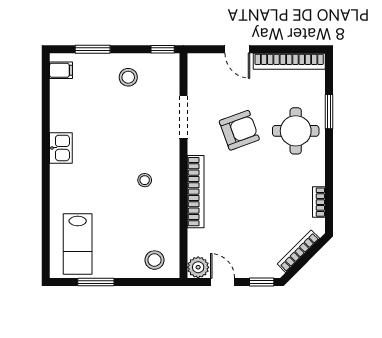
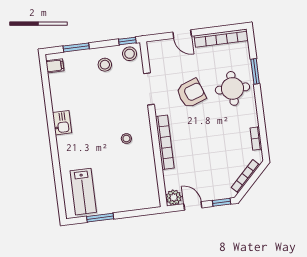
stool: (154, 260) -> (130, 54), moved

